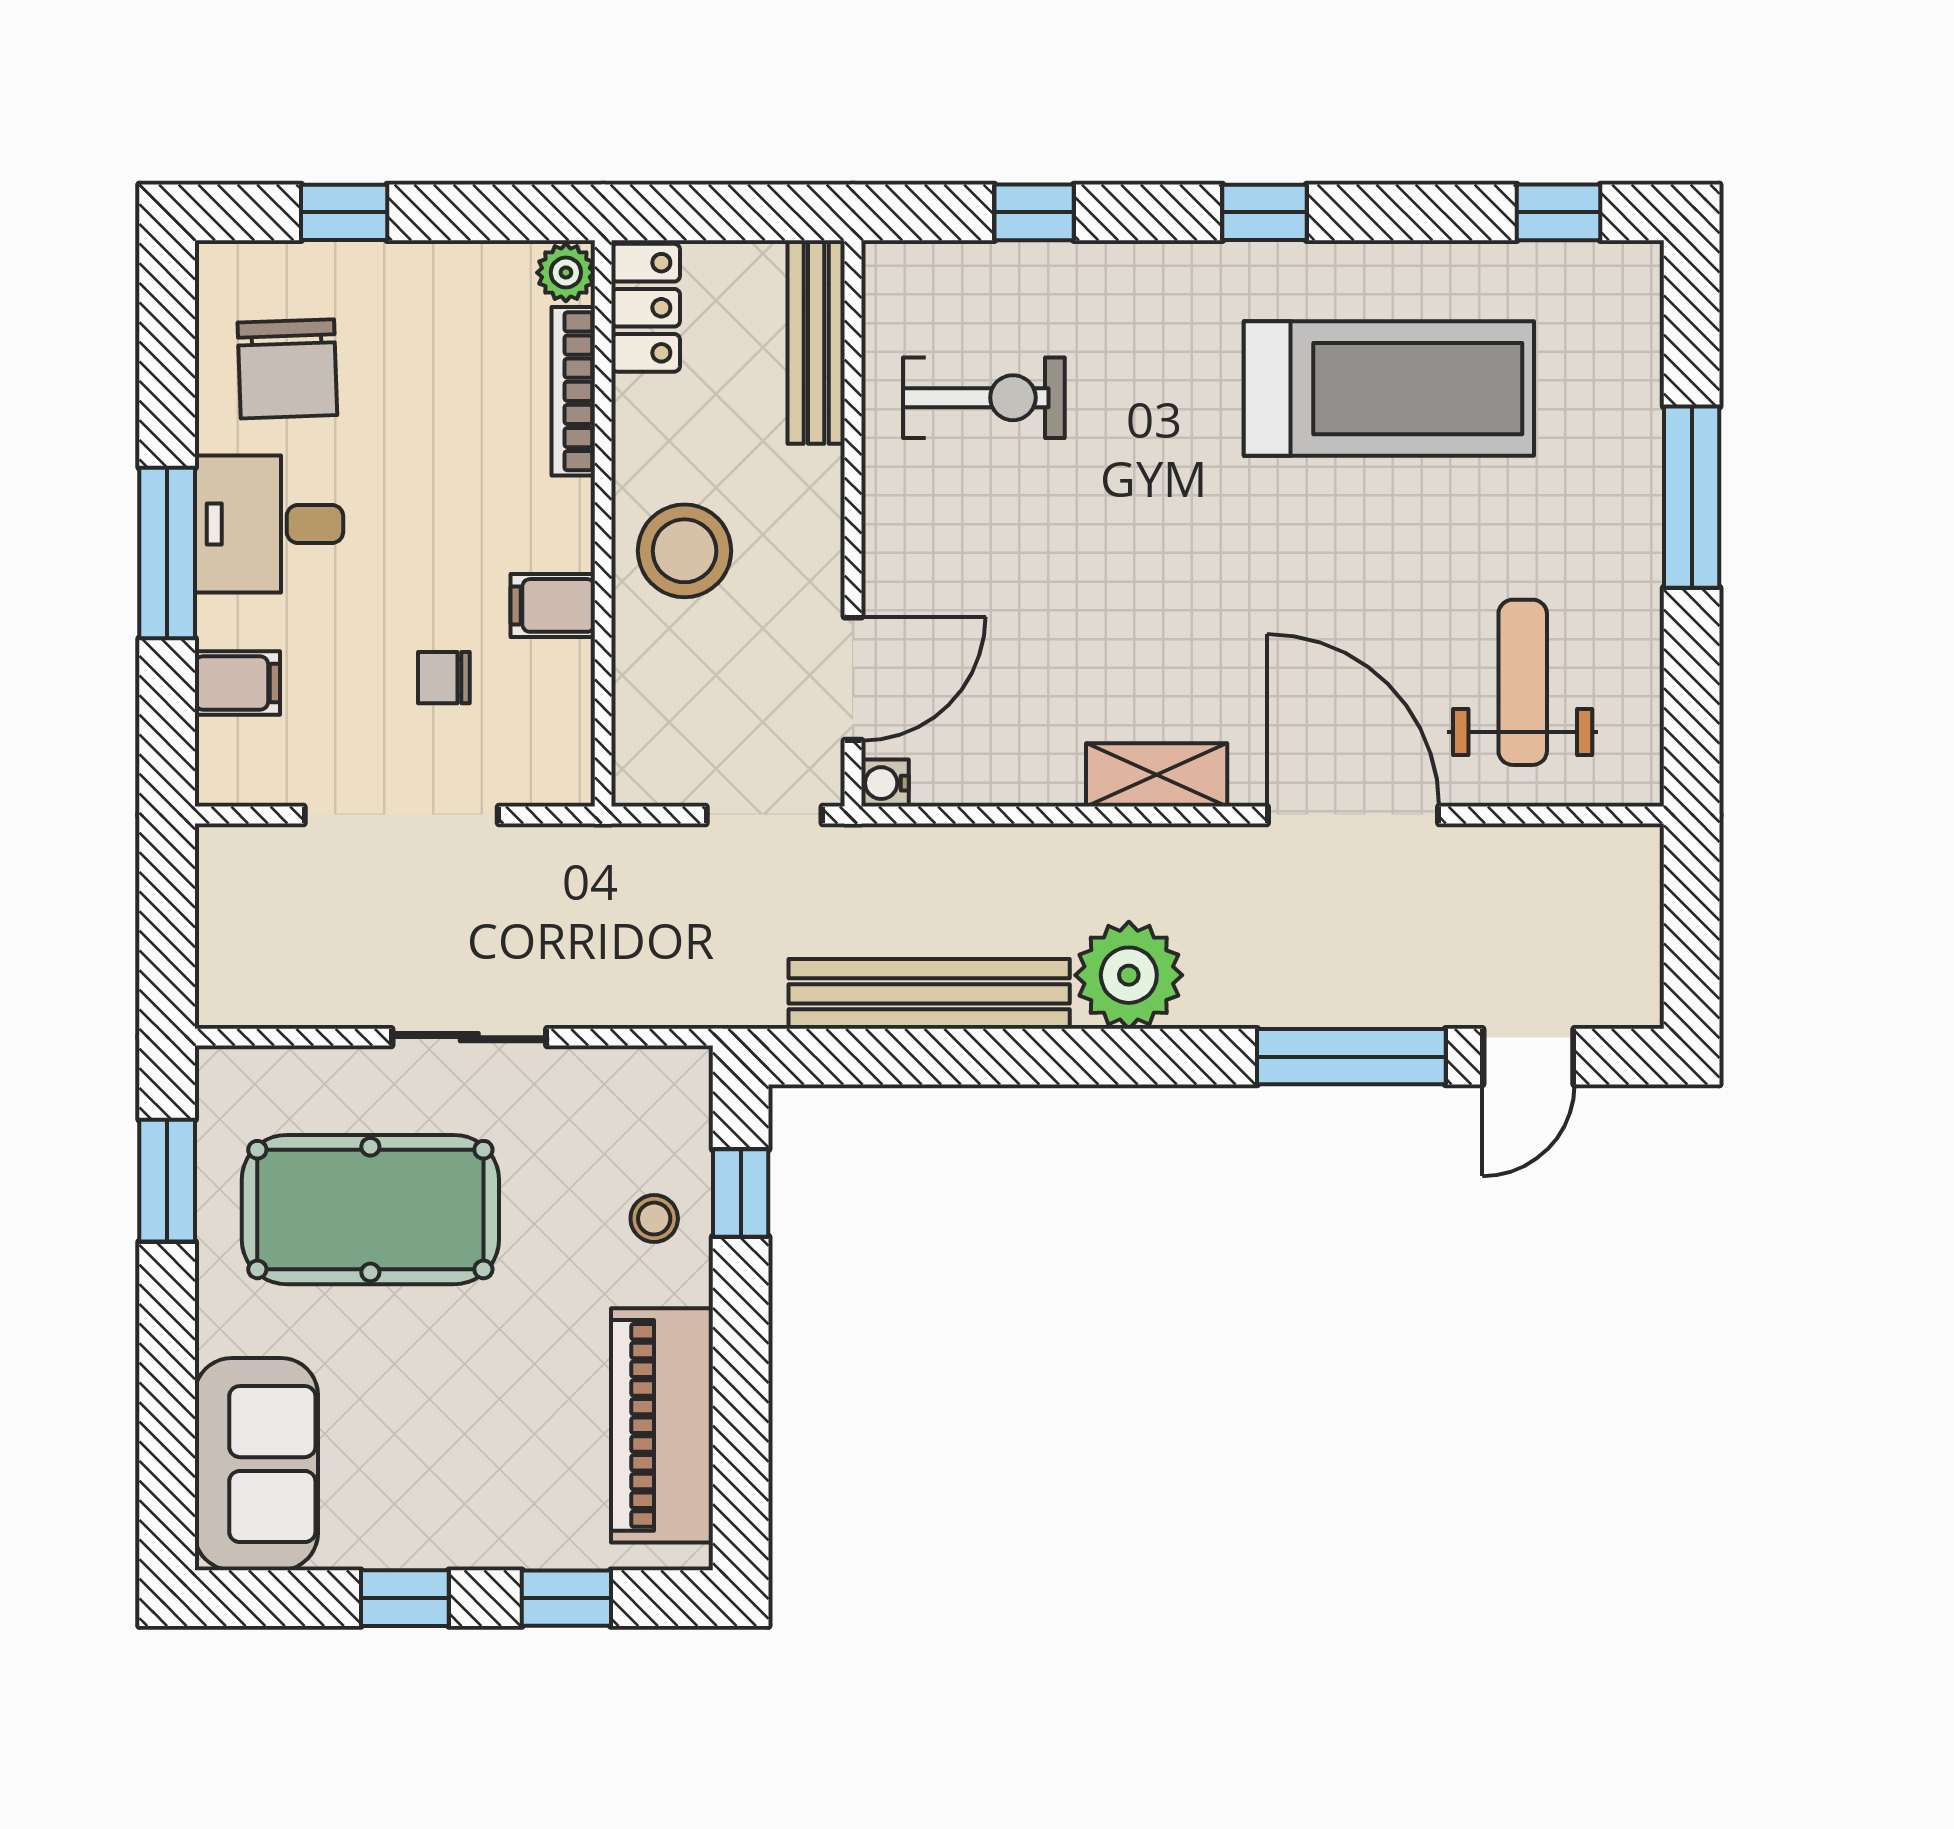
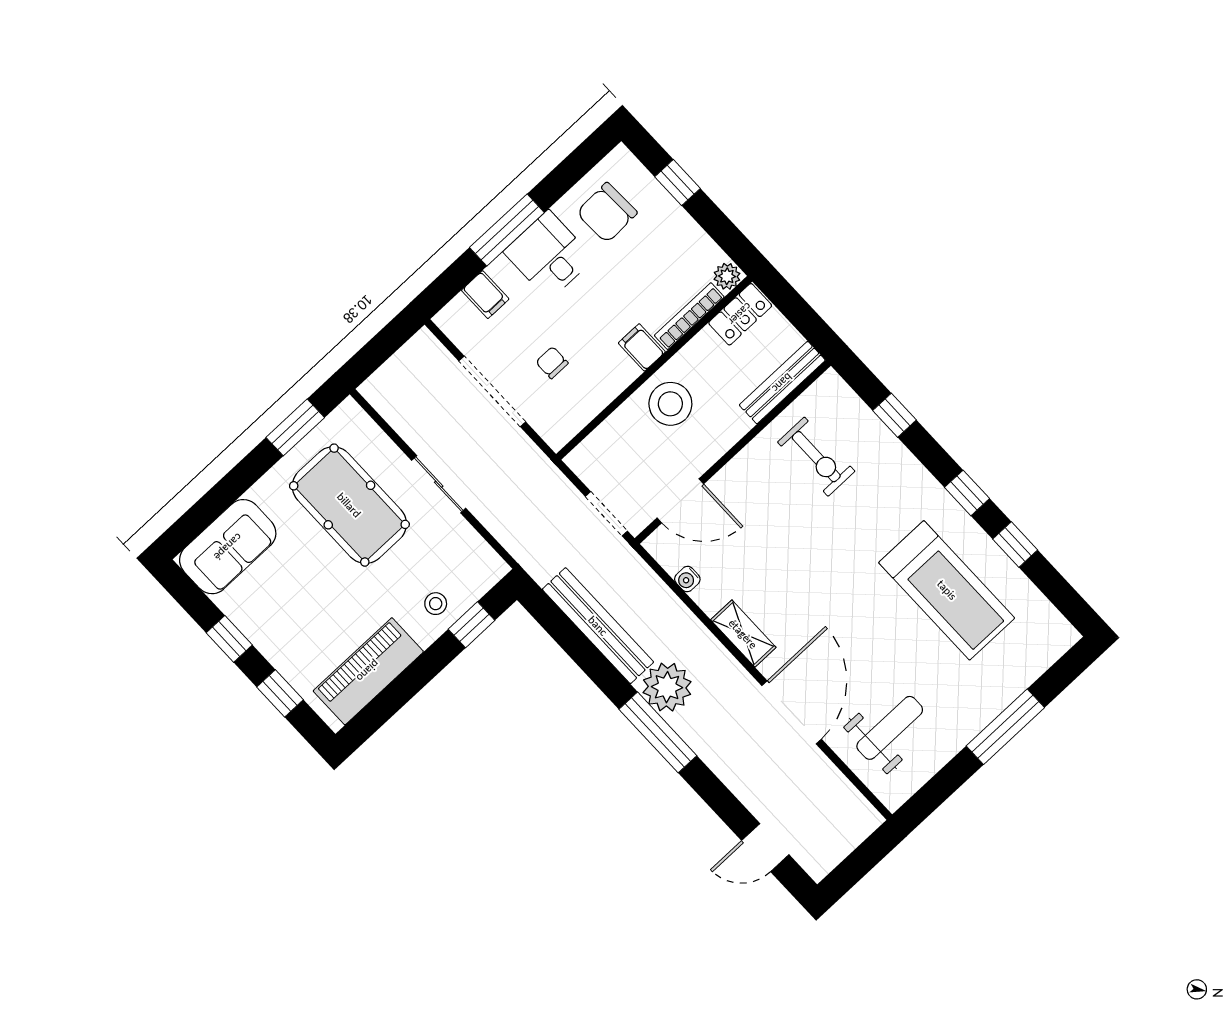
window: (1558, 212) -> (1015, 545), moved
filing cabinet: (553, 605) -> (642, 347), moved
water cooler: (885, 783) -> (687, 579), moved, turned -90
window: (1351, 1057) -> (658, 732), moved

